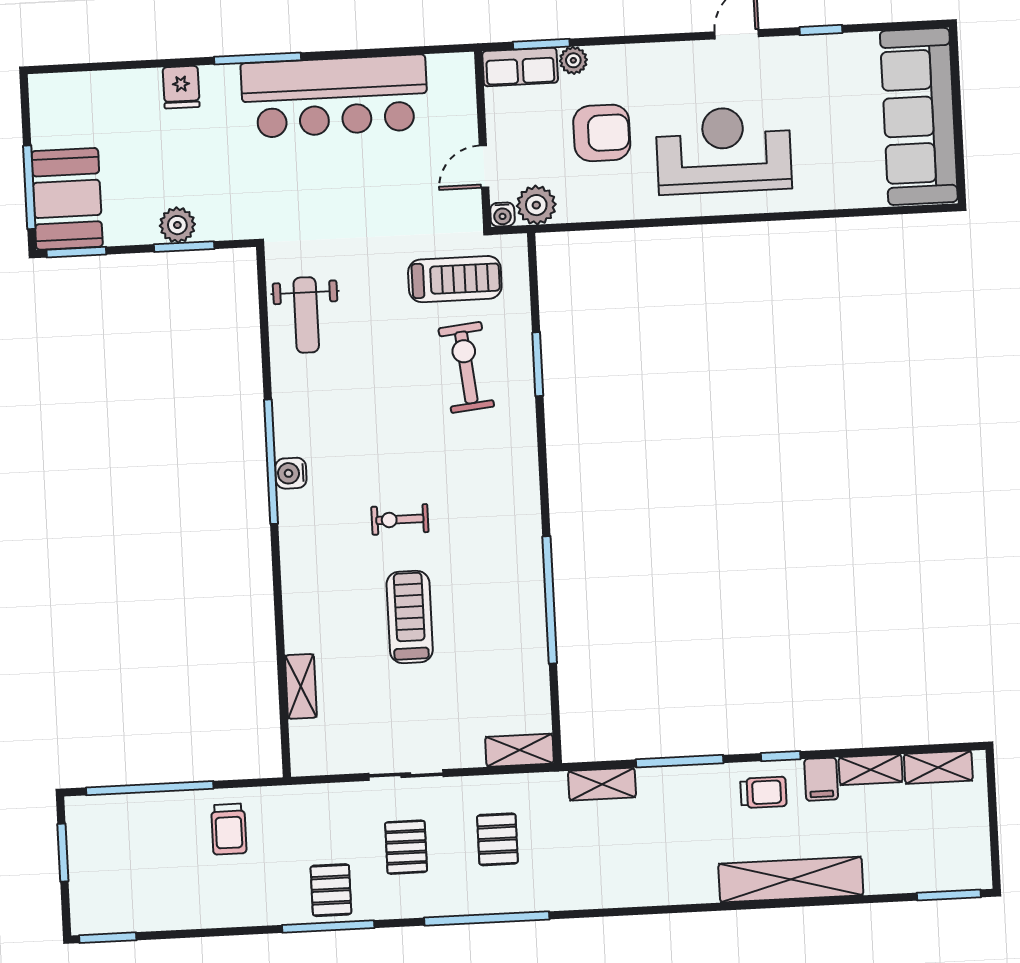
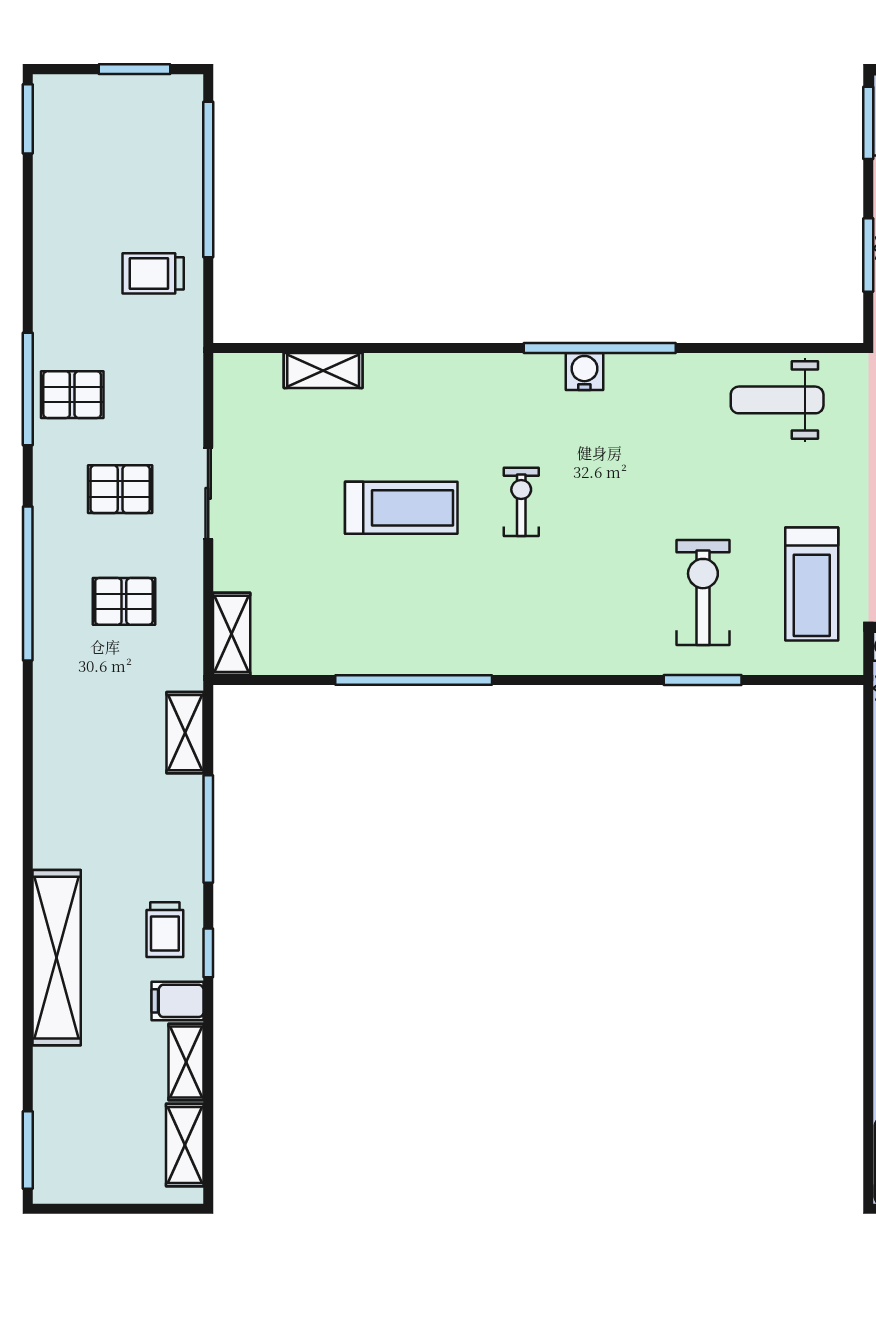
exercise bike: (466, 367) -> (703, 593), turned -84

